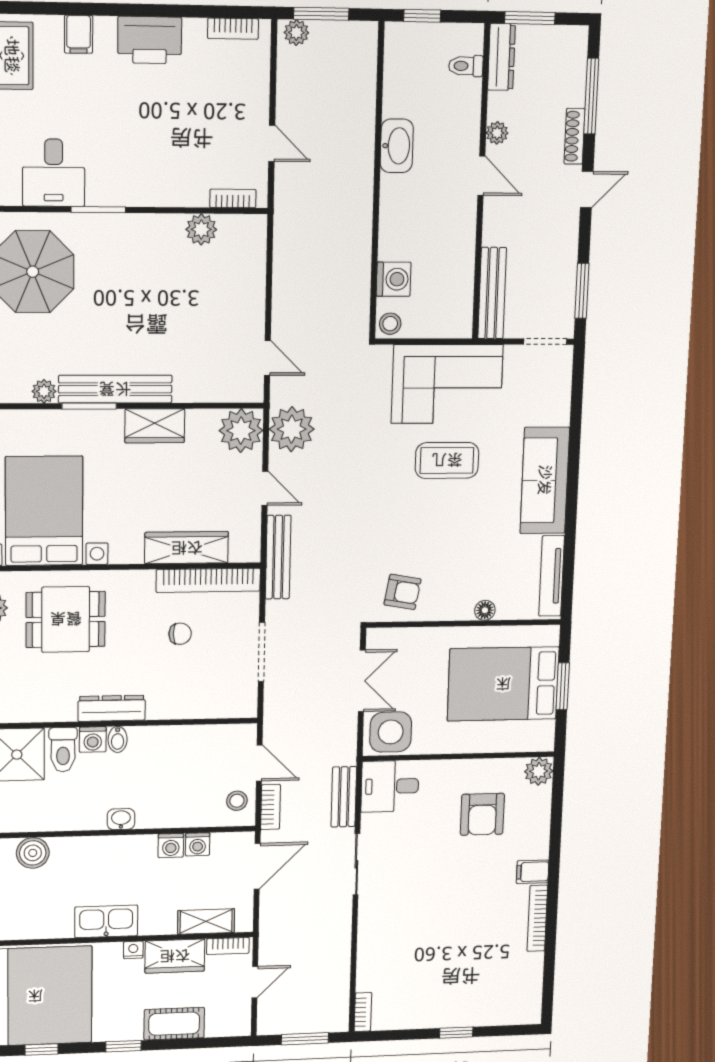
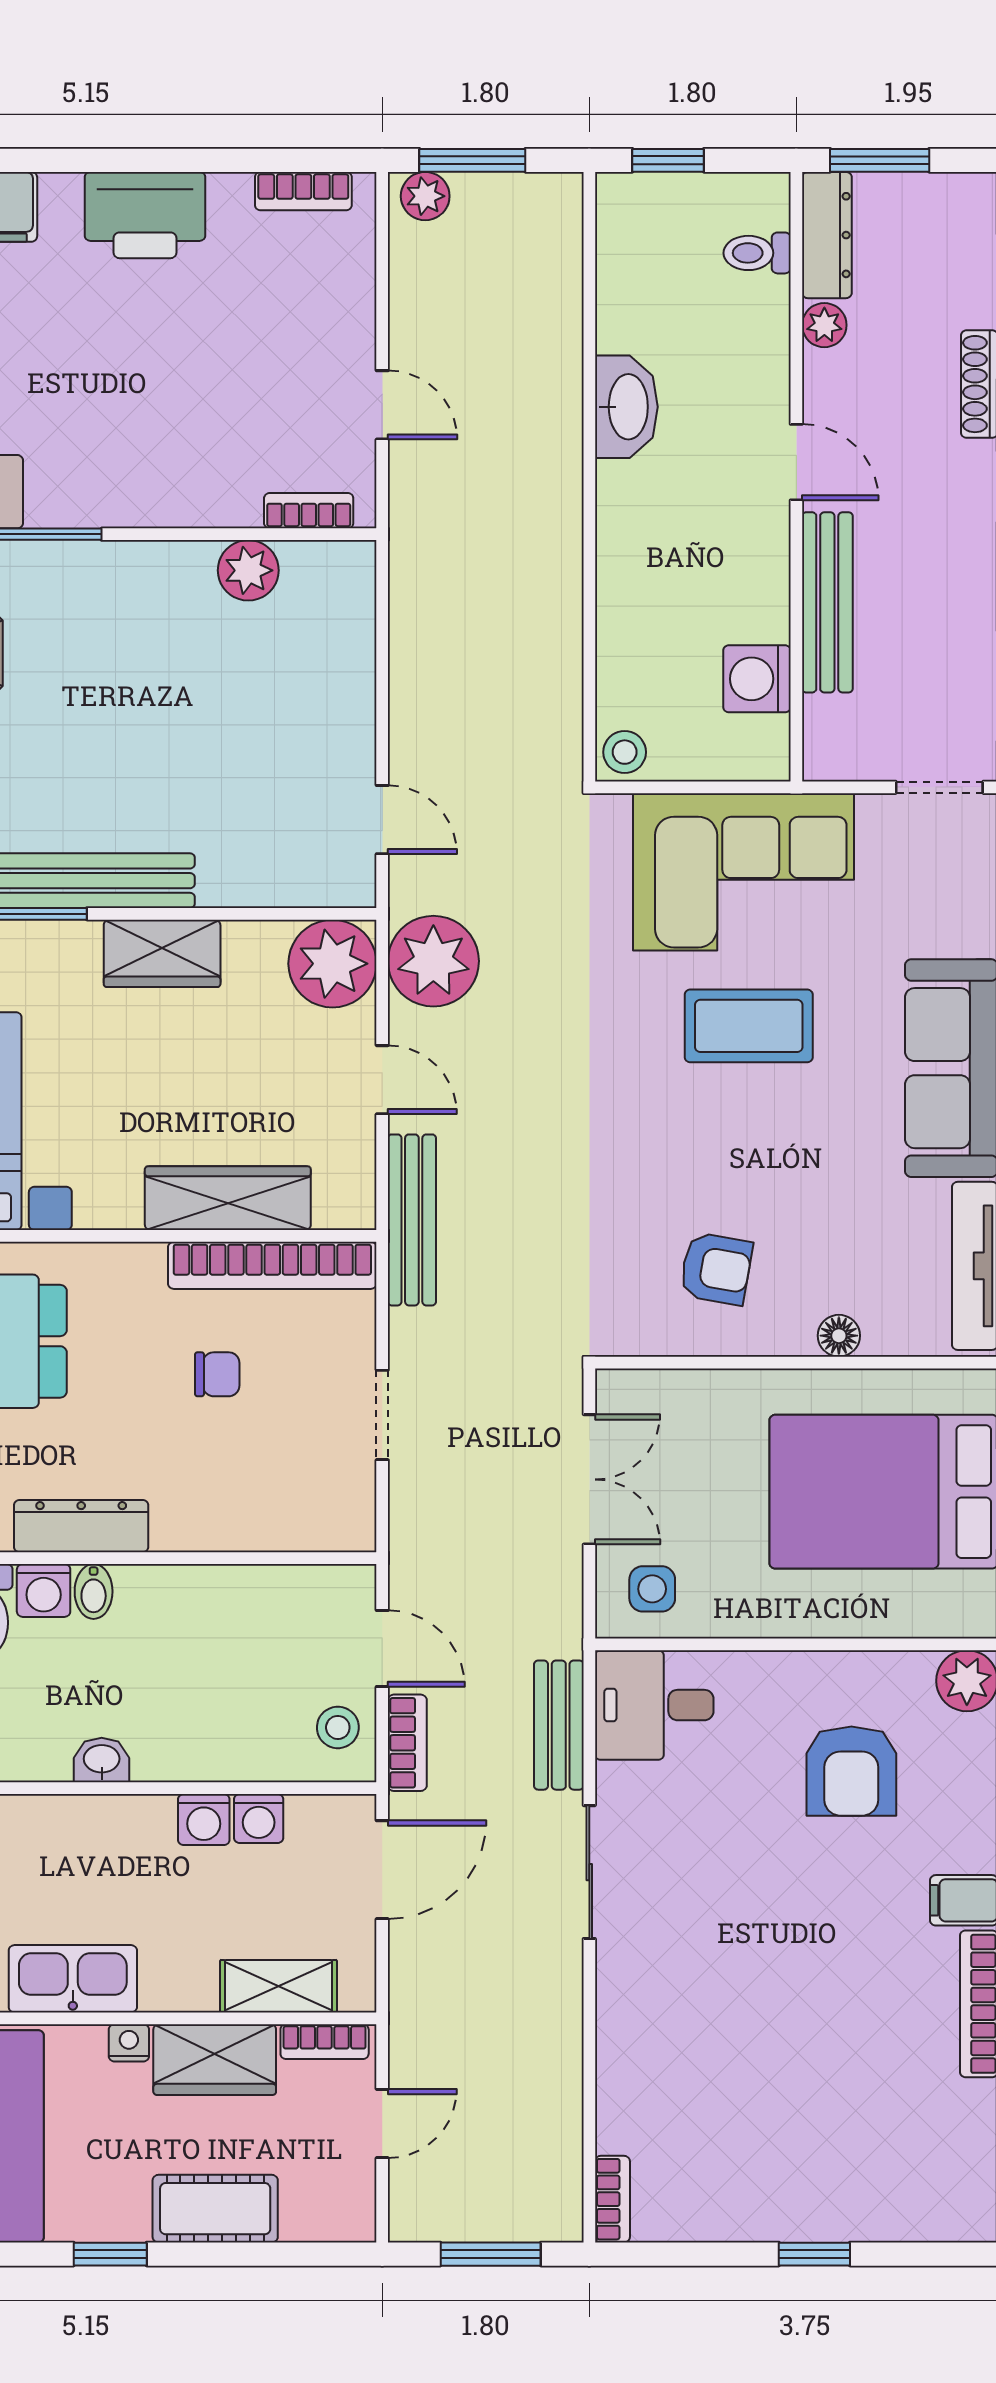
plant: (497, 133) -> (824, 325), moved
washing machine: (394, 279) -> (757, 679), moved, turned 180
bench: (492, 293) -> (827, 602), moved
armchair: (403, 592) -> (716, 1269), moved
doorway: (261, 652) -> (382, 1415), width x0.73
side table: (391, 732) -> (652, 1589), width x0.54, depth x0.54

